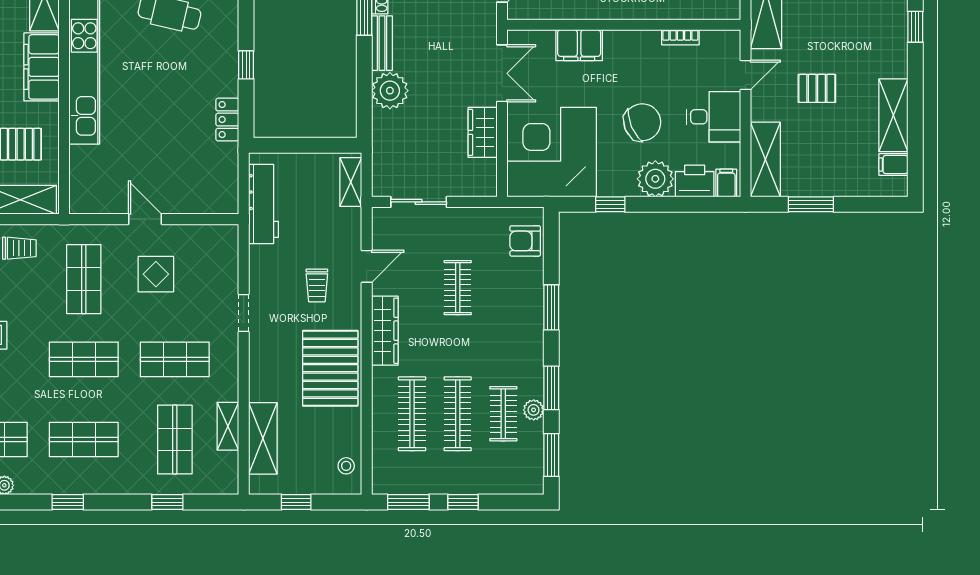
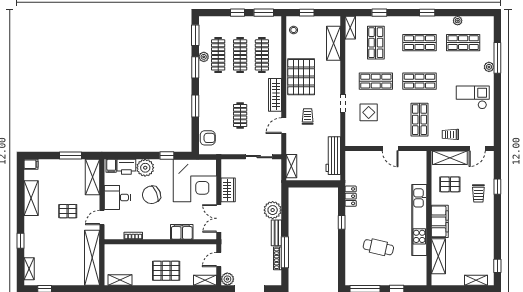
filing cabinet: (893, 164) -> (31, 164), moved
display table: (156, 274) -> (369, 112), moved
clothes rail: (503, 414) -> (218, 55), width x1.36
shelving: (228, 426) -> (350, 28), moved
window: (296, 502) -> (307, 13), moved

